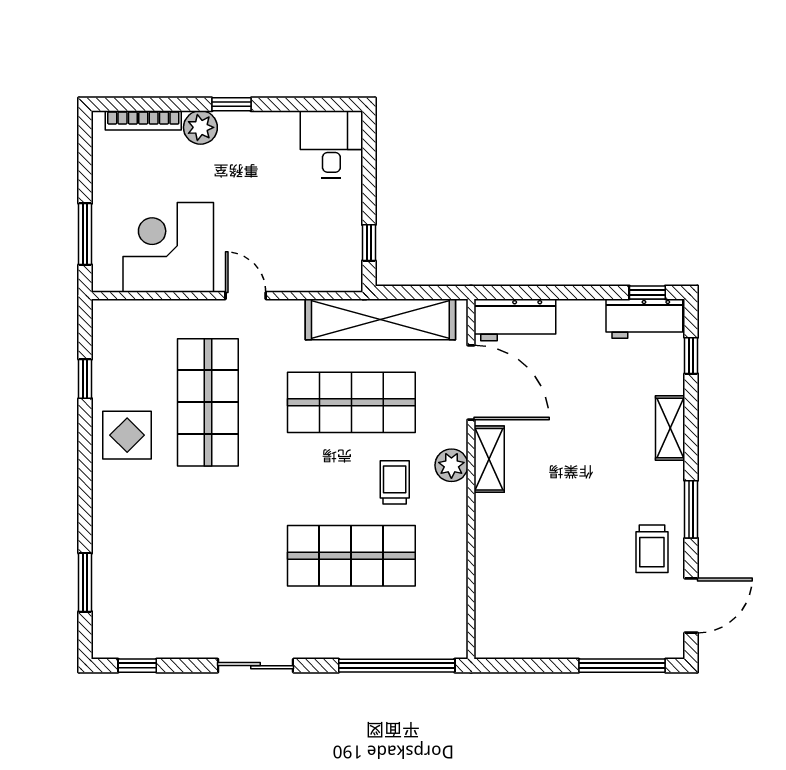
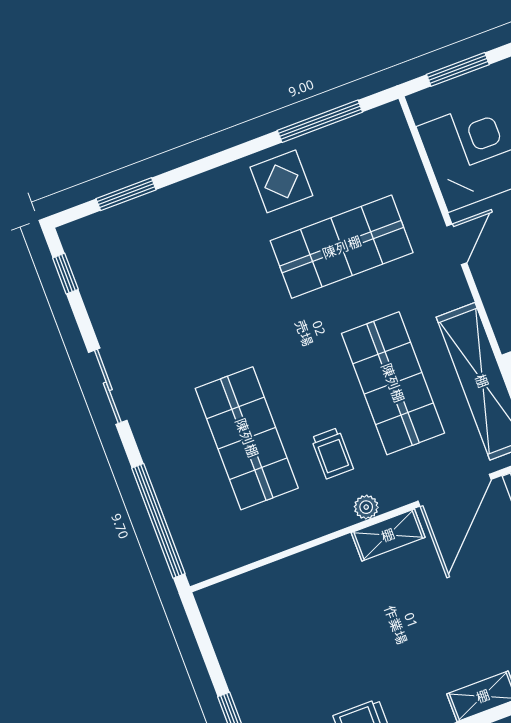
window: (85, 379) -> (320, 121), width x2.17
plant: (451, 465) -> (366, 507), width x0.73, depth x0.73
trolley: (395, 482) -> (332, 453), turned 90

